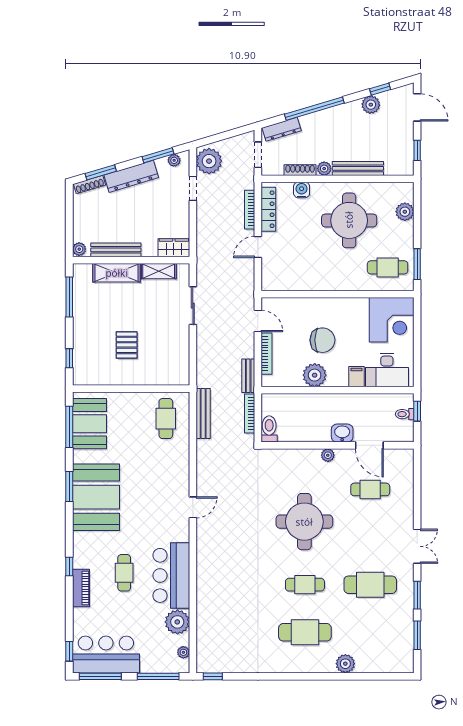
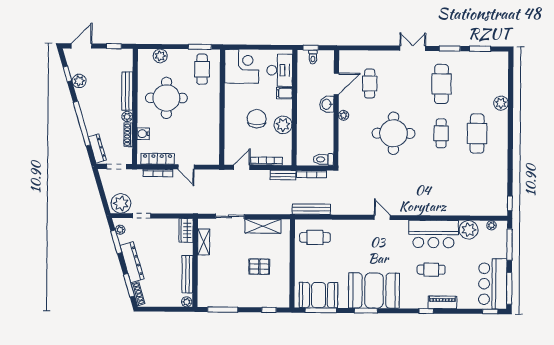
shelving: (117, 273) -> (263, 226), moved, turned 90

